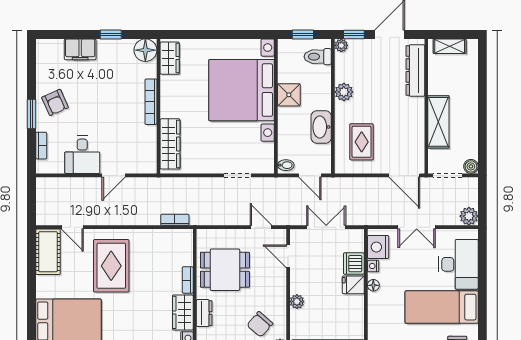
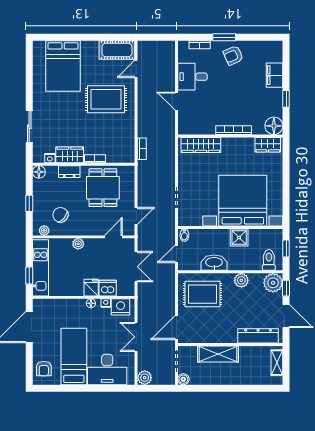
plant: (341, 45) -> (273, 283), width x1.87, depth x1.87
rug: (362, 142) -> (203, 294), width x1.36, depth x1.43

